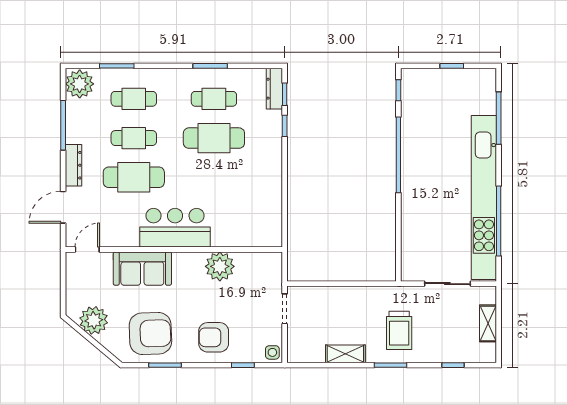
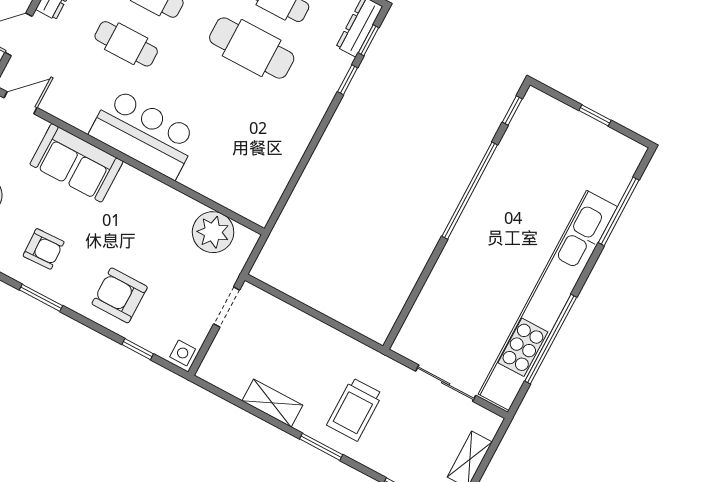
cafe table: (134, 177) -> (126, 44), width x0.73, depth x0.74
plant: (220, 266) -> (213, 232), moved
armchair: (150, 333) -> (44, 249), width x0.53, depth x0.53

